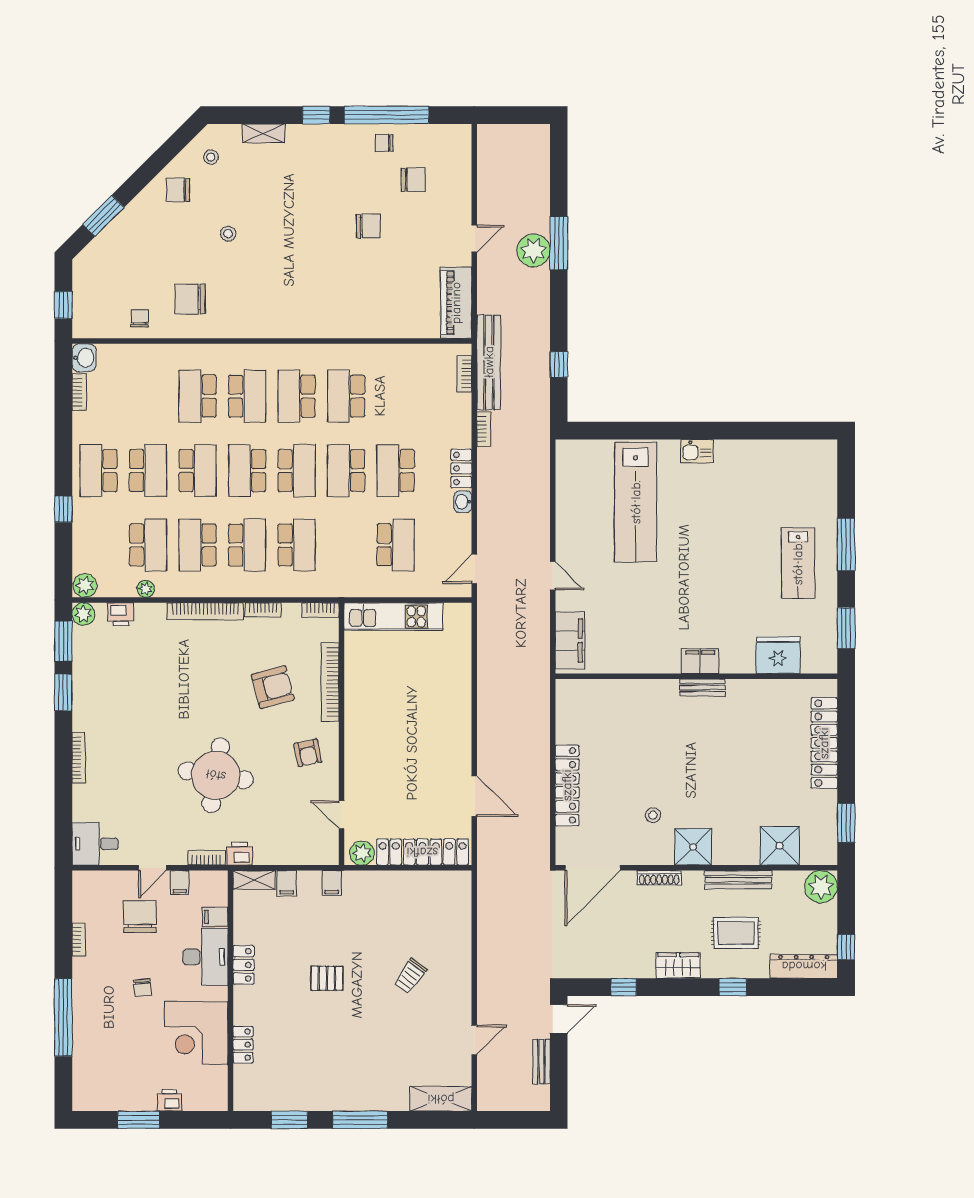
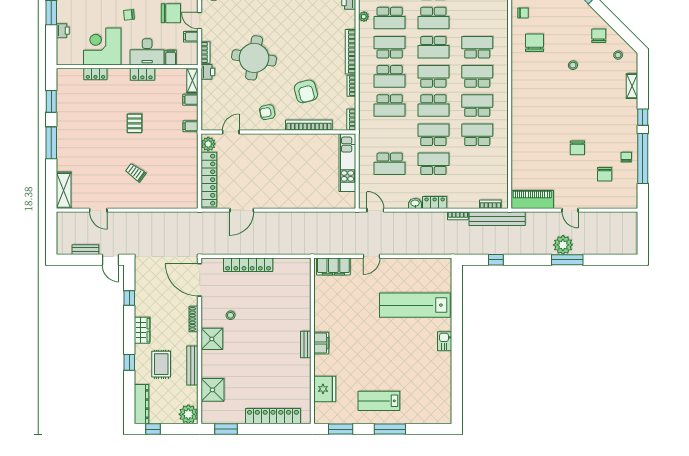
school desk: (247, 396) -> (477, 76), turned 180

